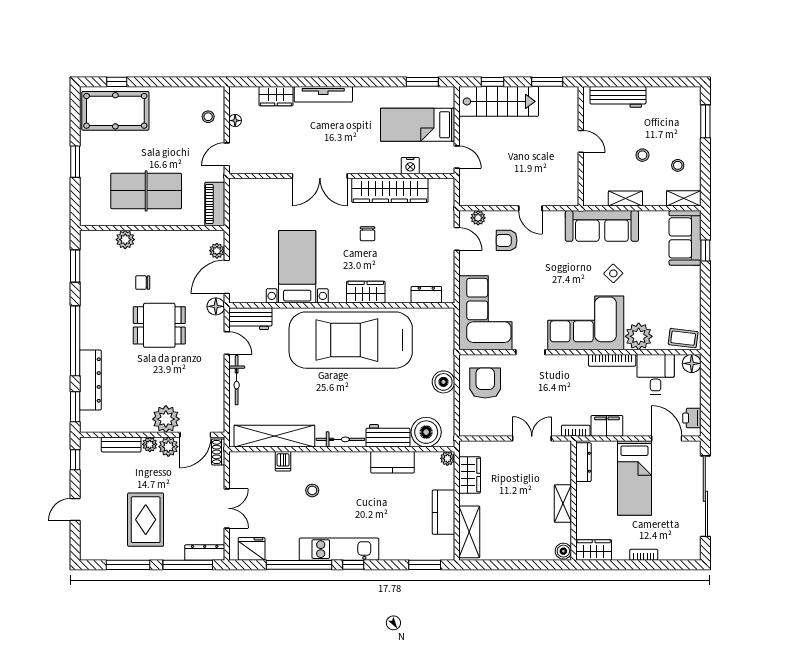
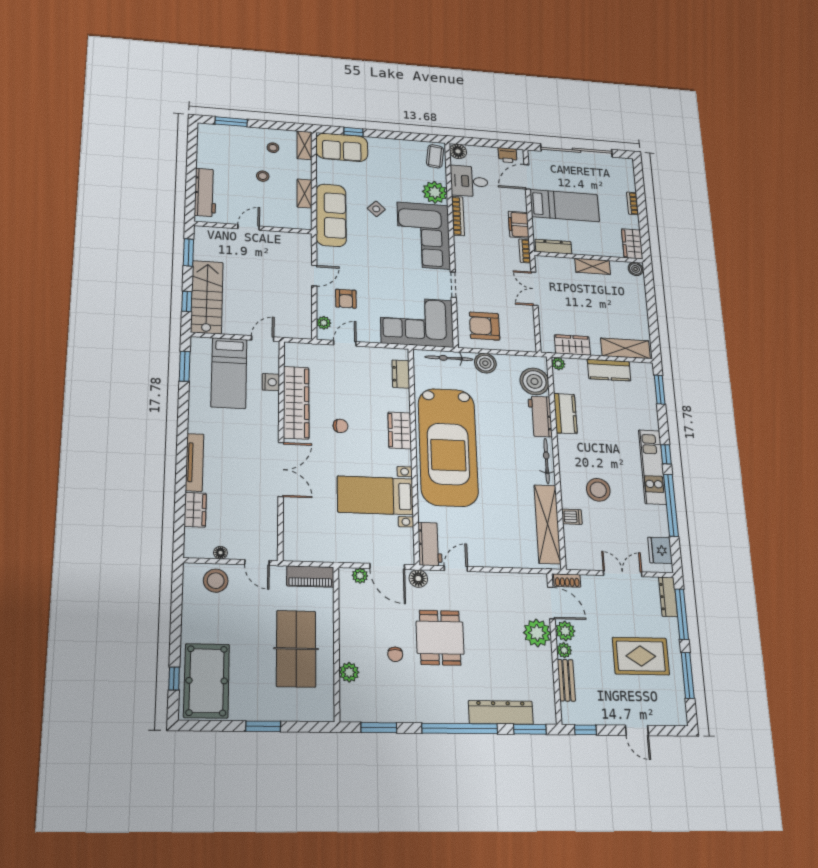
stool: (208, 117) -> (216, 581), width x1.89, depth x1.89
bicycle: (237, 380) -> (449, 358), moved, turned 180
stool: (312, 490) -> (598, 490), width x1.89, depth x1.89

